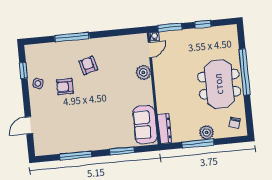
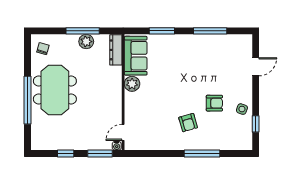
plant: (143, 72) -> (132, 84), moved
plant: (207, 132) -> (86, 42), moved

